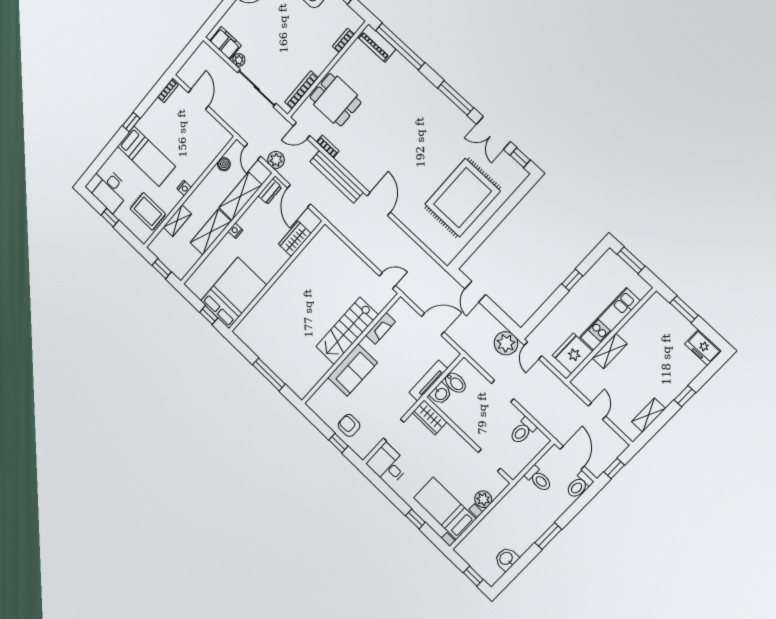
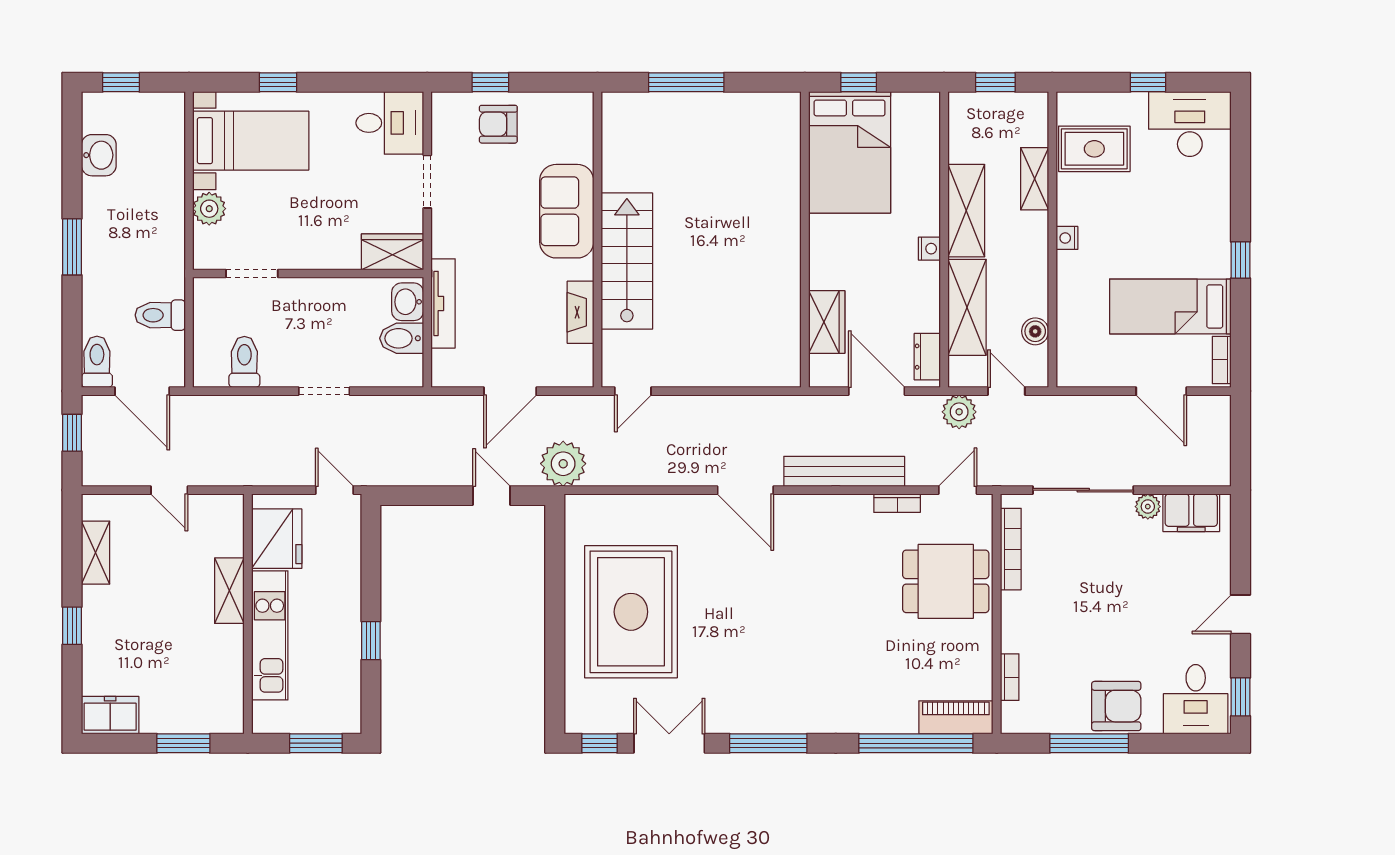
bed: (146, 156) -> (1170, 306), moved
plant: (506, 343) -> (563, 464), moved
armchair: (349, 425) -> (498, 124), turned 180

